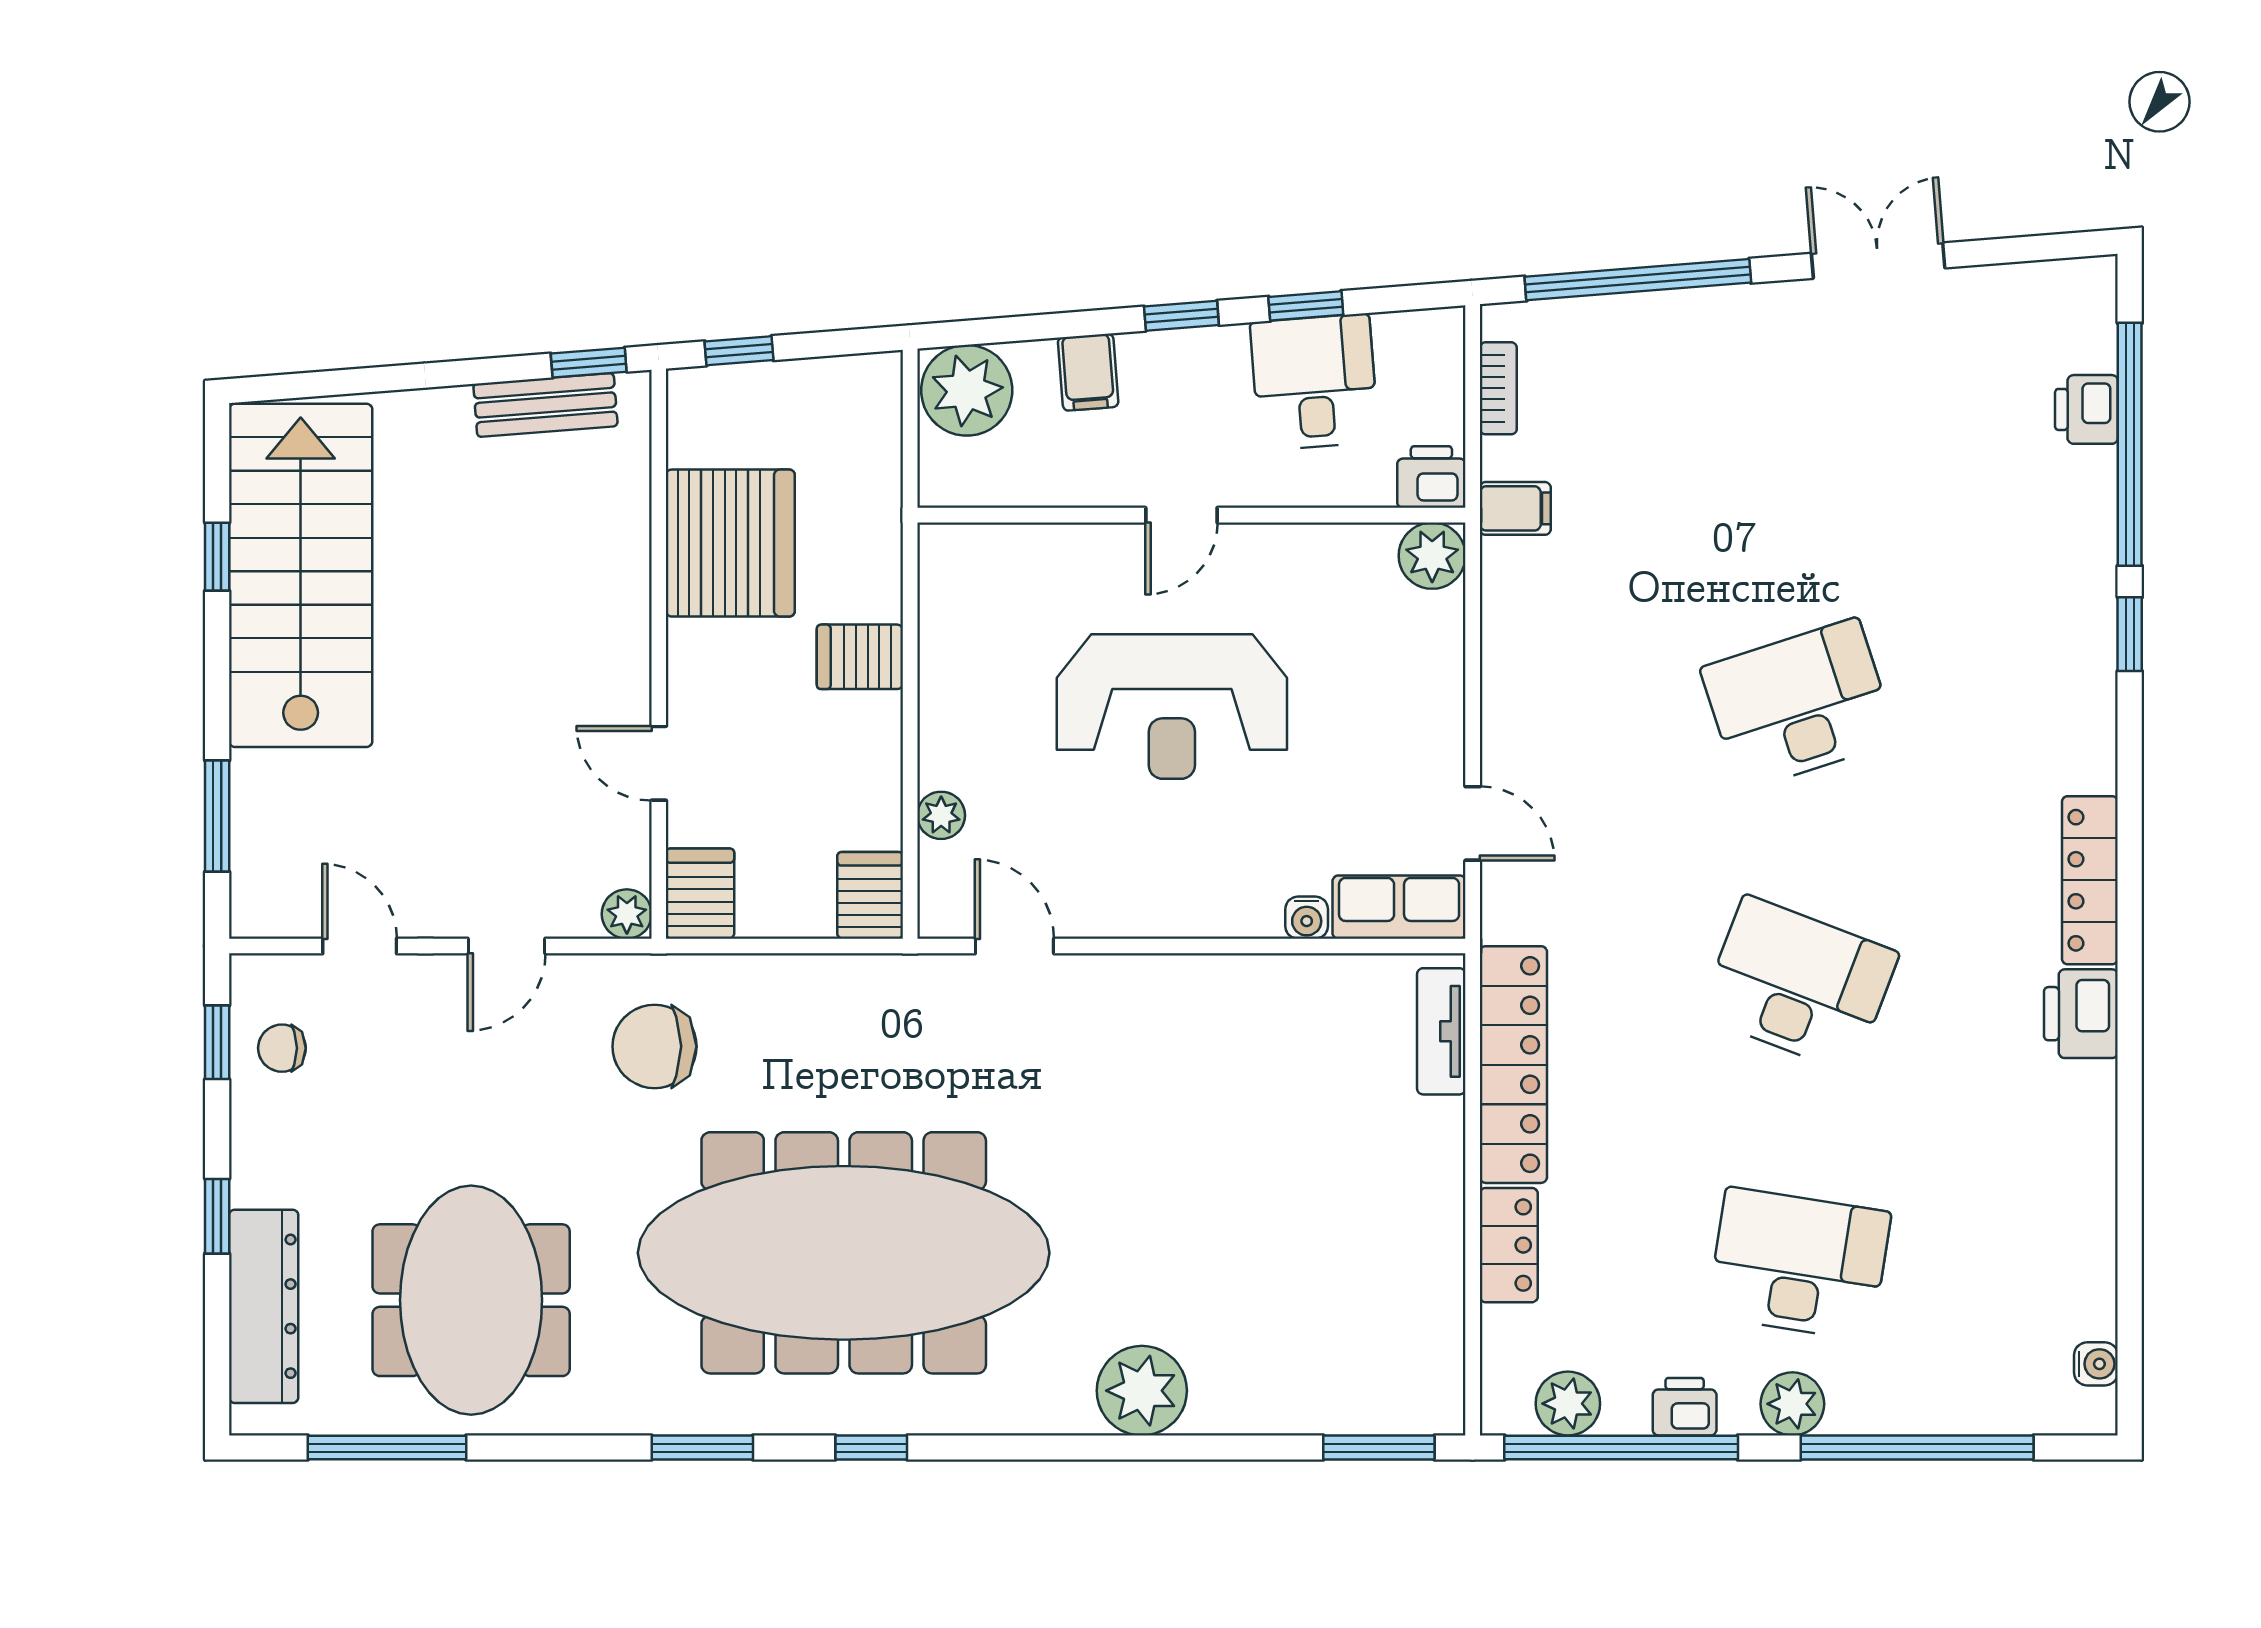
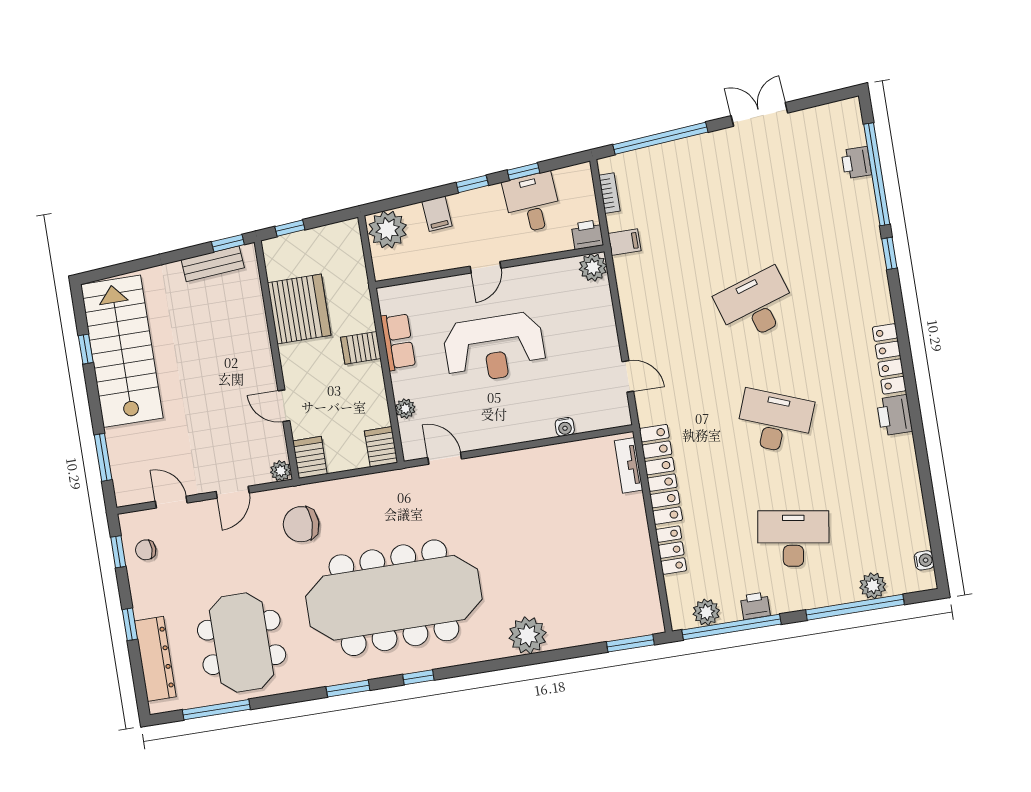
row of seats: (1399, 907) -> (398, 342), moved, turned 90
plant: (1792, 1404) -> (873, 586), moved

